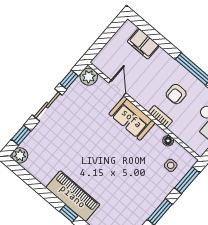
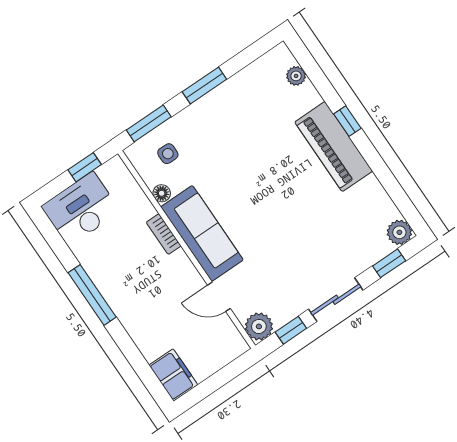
filing cabinet: (143, 44) -> (173, 375), moved
door: (117, 88) -> (219, 297), hinge flipped
armchair: (176, 94) -> (130, 263), removed
sofa: (132, 118) -> (202, 233), width x1.36

